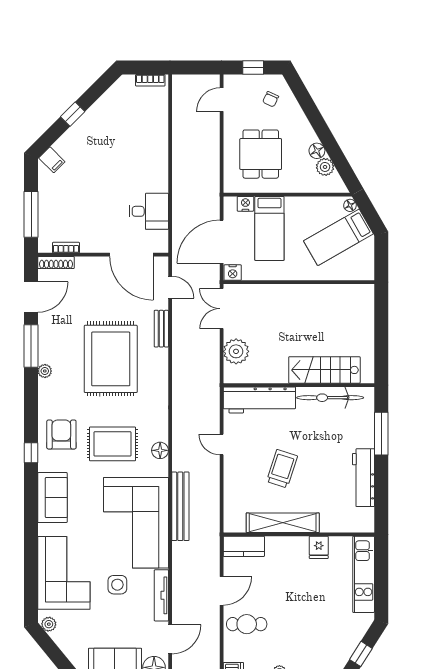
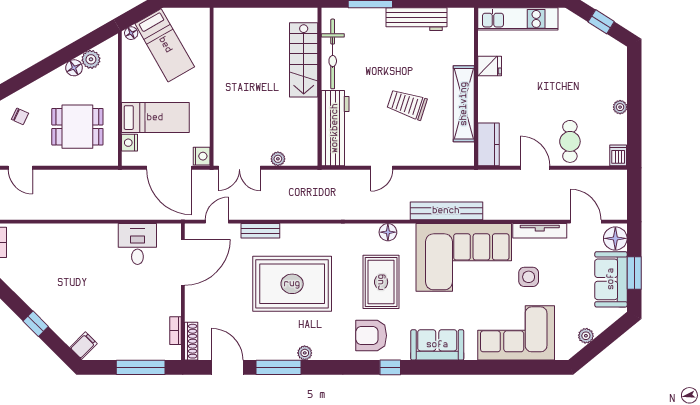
plant: (236, 351) -> (278, 159), width x0.53, depth x0.53
plant: (49, 624) -> (586, 336), moved

